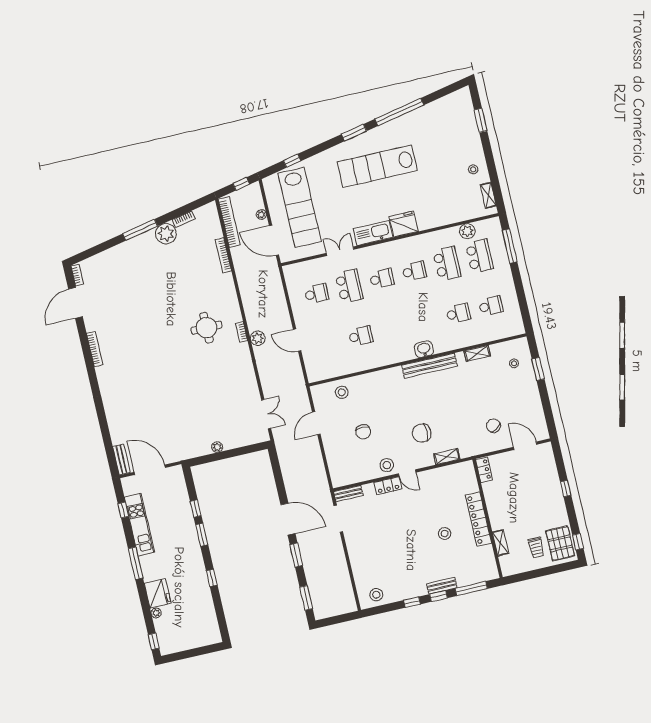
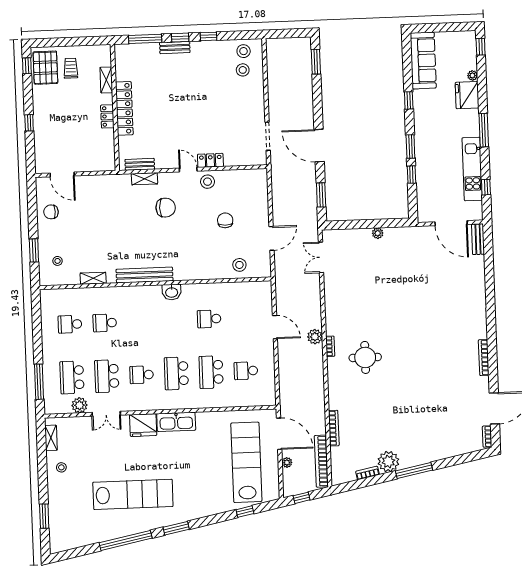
lab bench: (377, 166) -> (133, 494), moved
double door: (340, 251) -> (106, 414), moved
school desk: (382, 279) -> (176, 373), width x1.85
washbasin: (424, 349) -> (172, 292), moved
chair: (493, 426) -> (51, 212), moved, turned 124
locker: (484, 470) -> (107, 116), moved
bench: (348, 494) -> (140, 164), moved
stool: (445, 533) -> (243, 70), moved
window: (296, 555) -> (321, 195), moved
sofa: (205, 618) -> (423, 60), added

